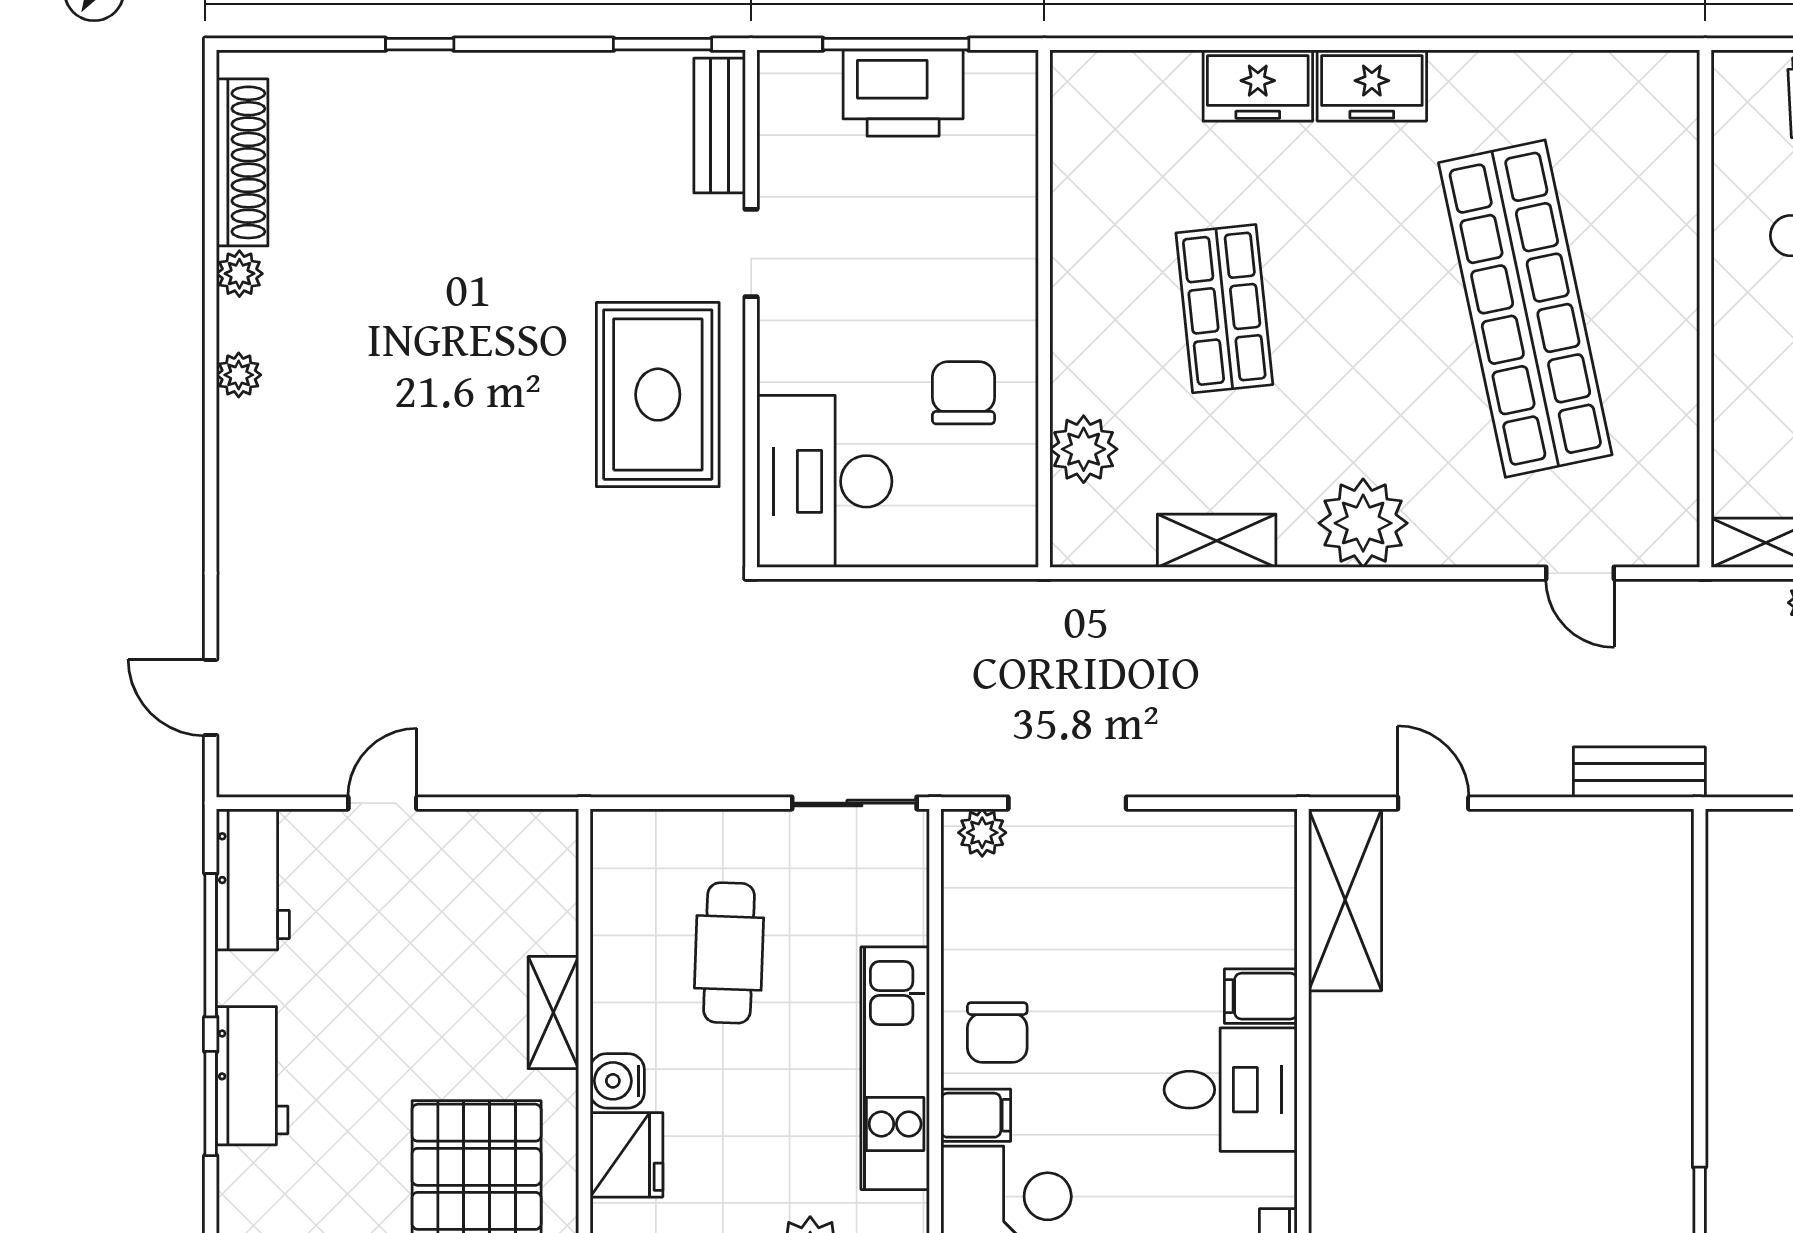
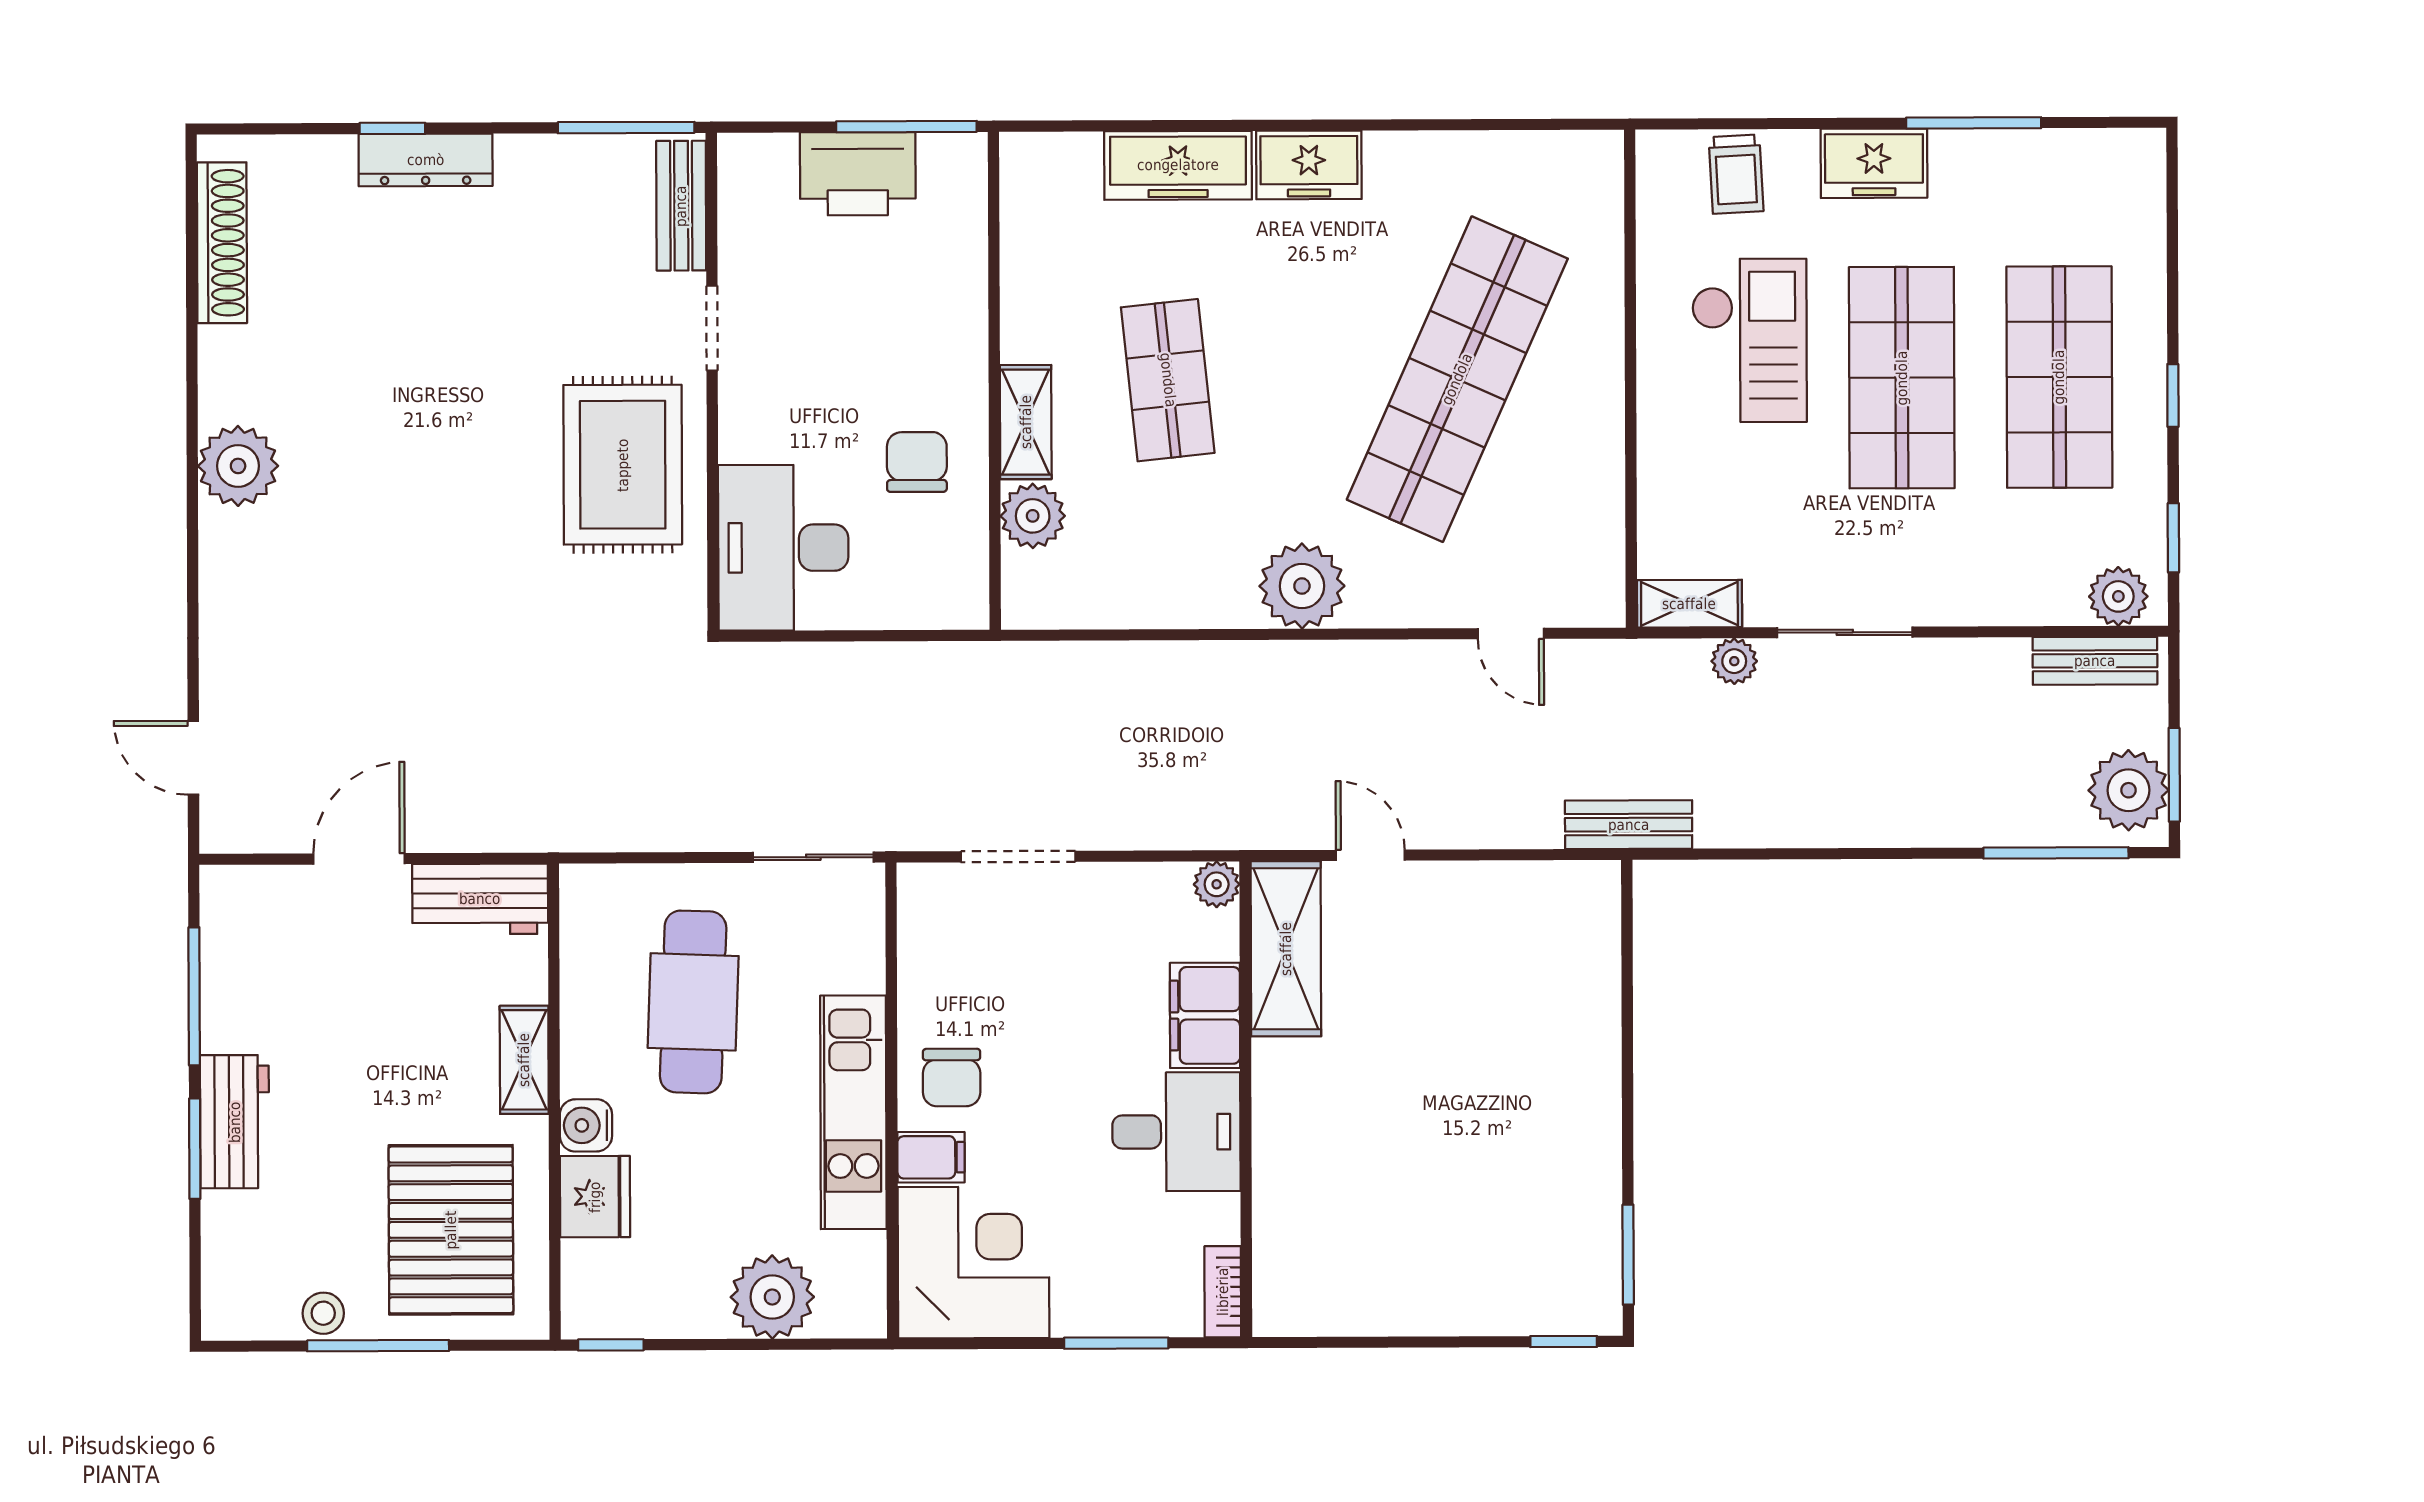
window: (663, 44) -> (626, 128), width x1.44
window: (896, 44) -> (906, 127), moved
dresser: (454, 77) -> (426, 160), added
freezer: (1258, 86) -> (1178, 165), width x1.40
plant: (239, 274) -> (220, 350), removed
shop shelf: (1525, 309) -> (1457, 379), turned 36
plant: (239, 375) -> (238, 466), width x1.88, depth x1.88
shelving: (1217, 541) -> (1026, 422), moved, turned 90
bench: (1639, 772) -> (1629, 825), moved
door: (382, 803) -> (359, 859), width x1.38
plant: (982, 833) -> (1217, 884), moved
workbench: (253, 879) -> (480, 899), moved, turned 90
cafe table: (729, 953) -> (693, 1002), width x1.37, depth x1.35
filing cabinet: (1261, 996) -> (1205, 1015), width x2.00

